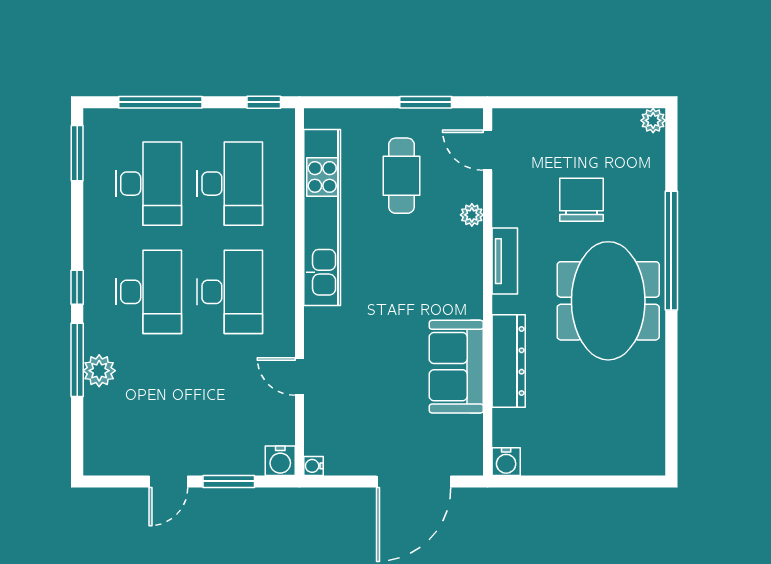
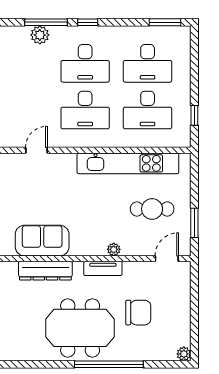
window: (160, 102) -> (194, 70), removed
window: (264, 102) -> (194, 115), moved
plant: (472, 215) -> (114, 249), moved

